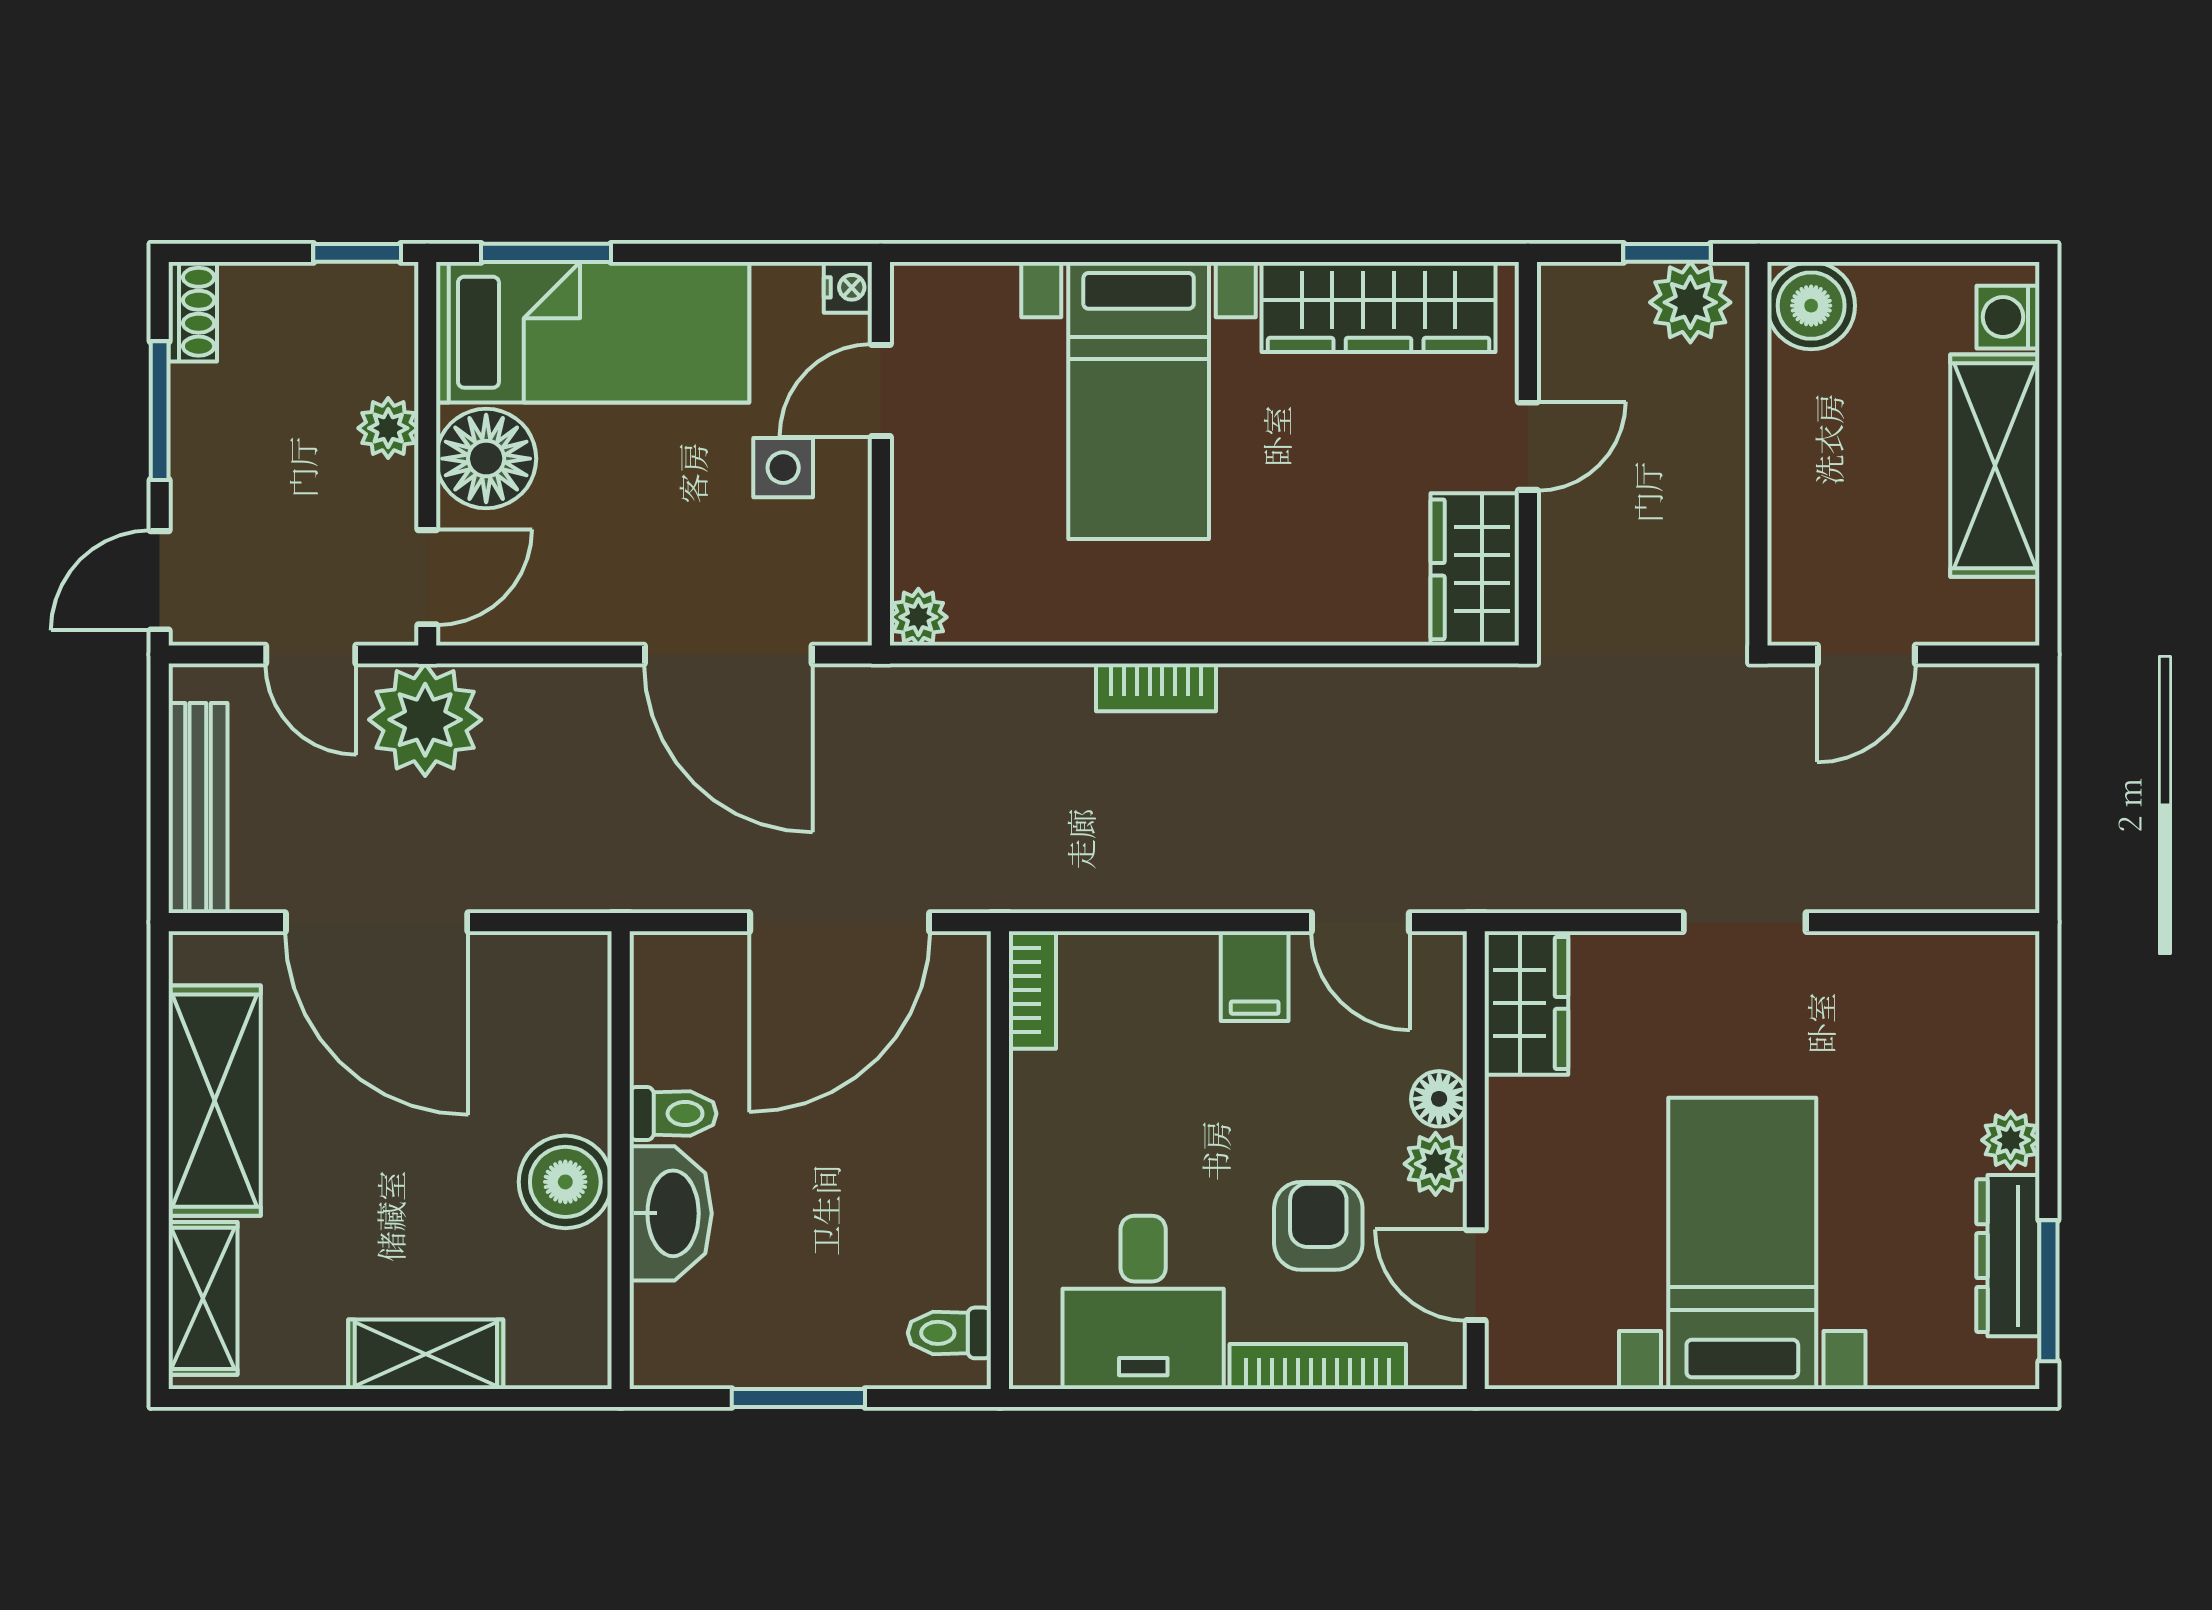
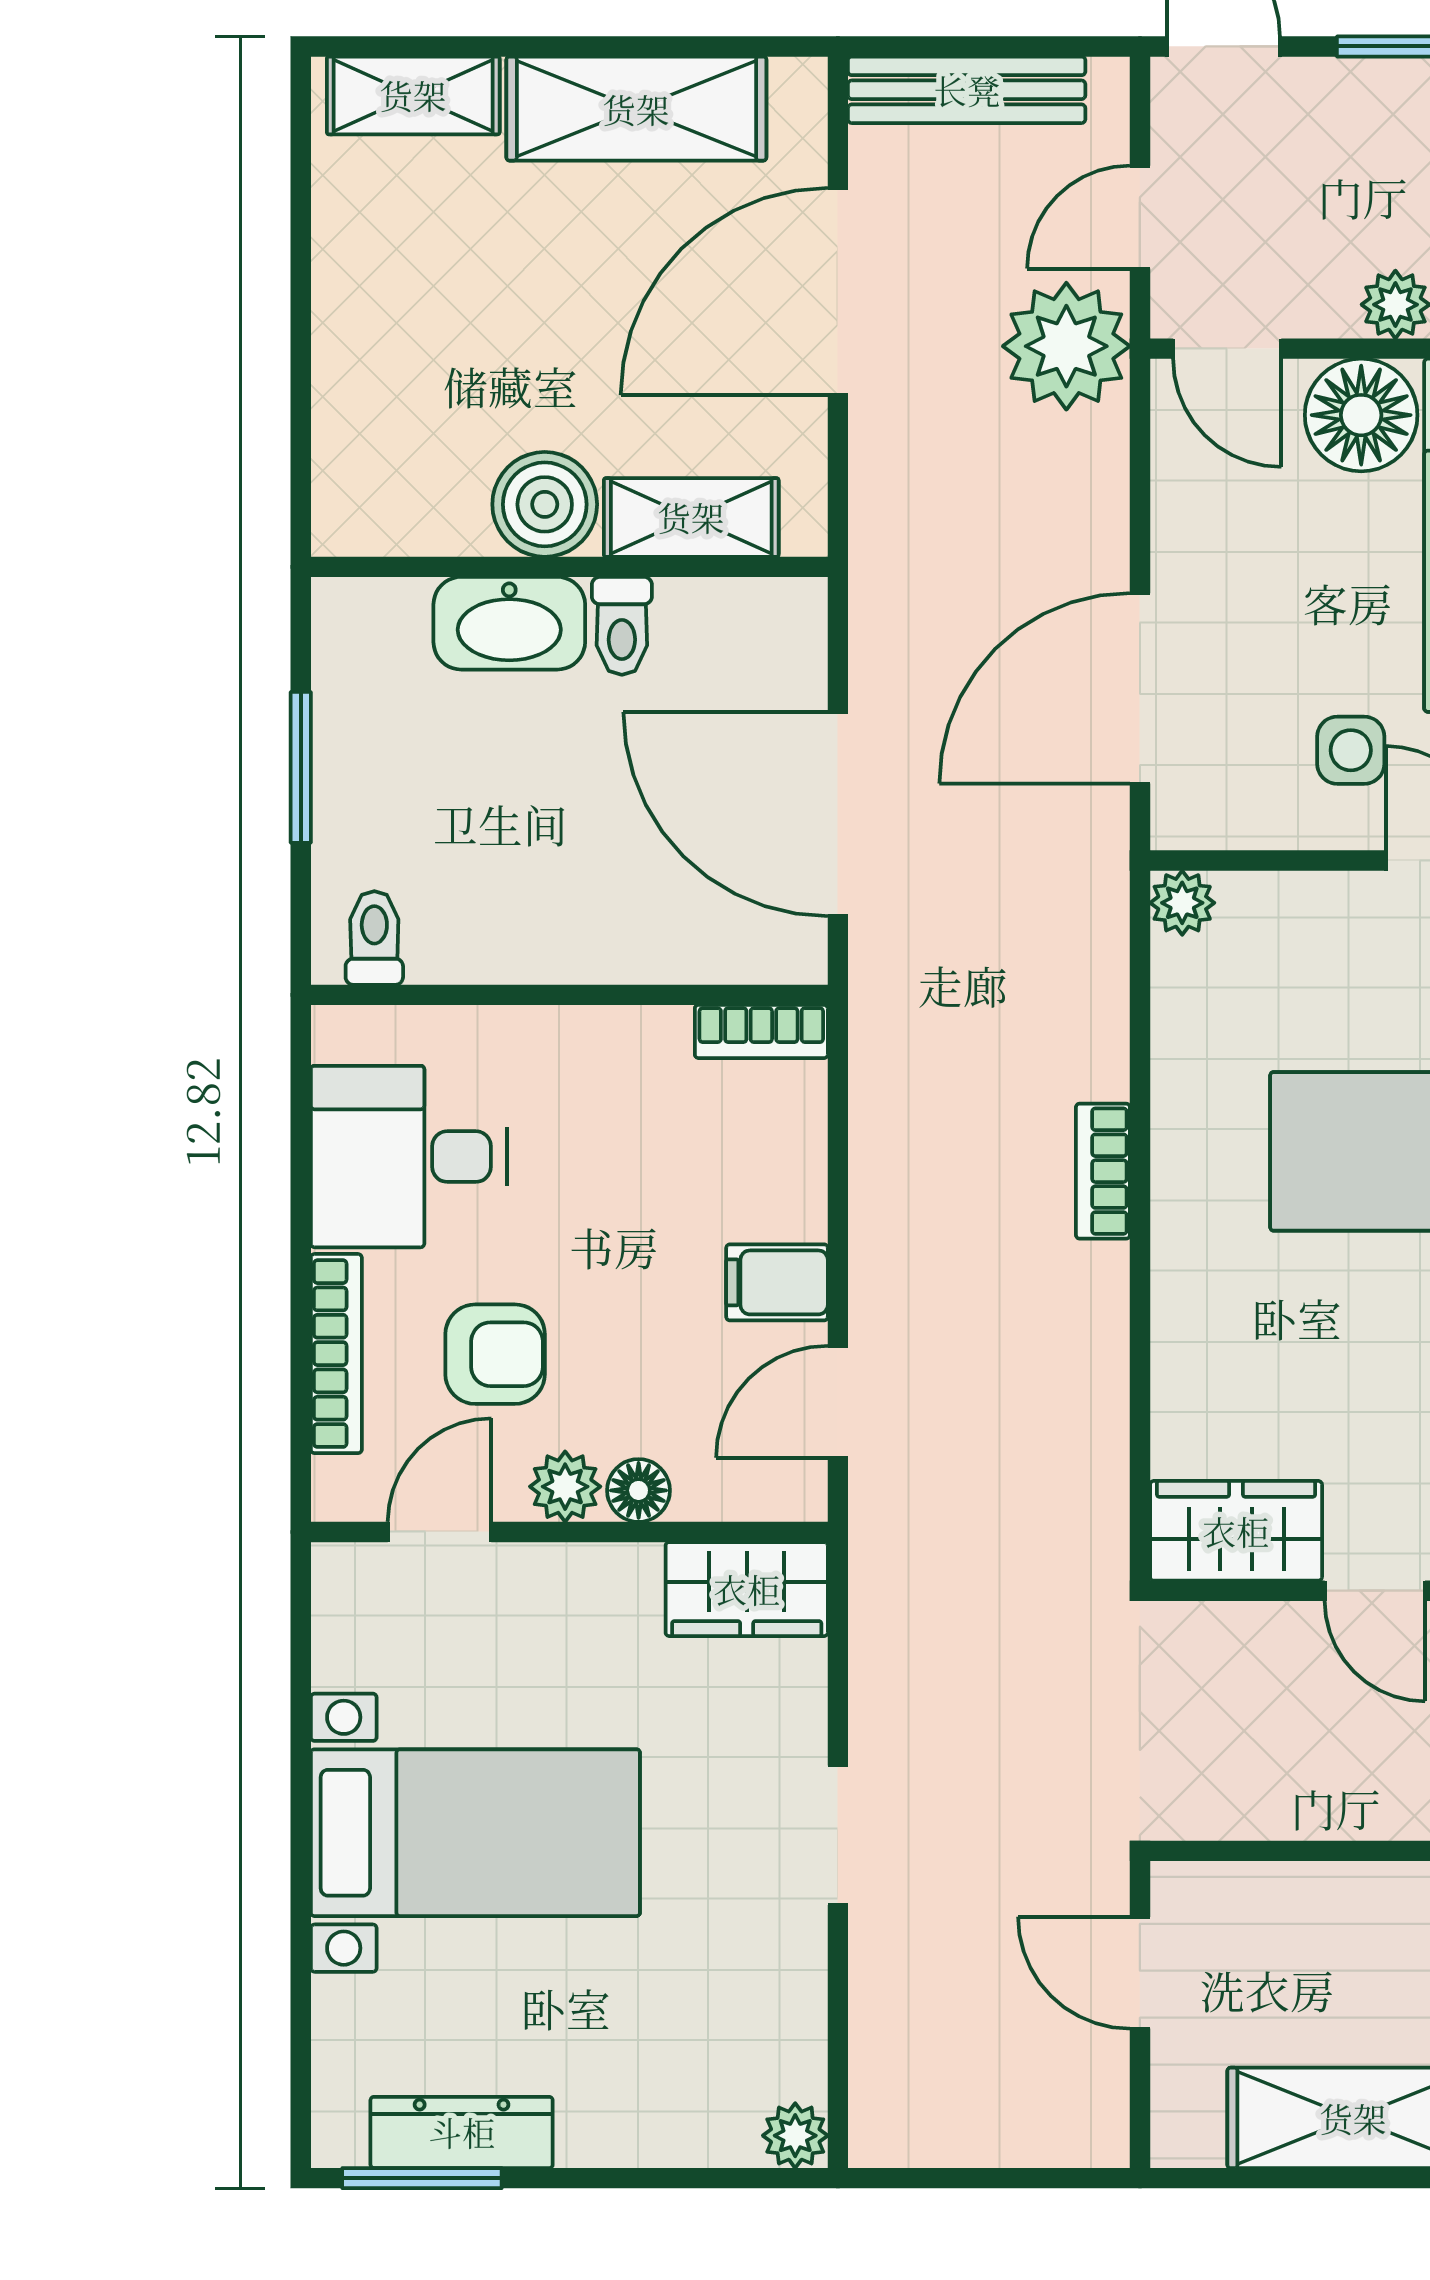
plant: (2011, 1140) -> (795, 2136), moved
shelving: (426, 1354) -> (691, 517), moved, turned 90

